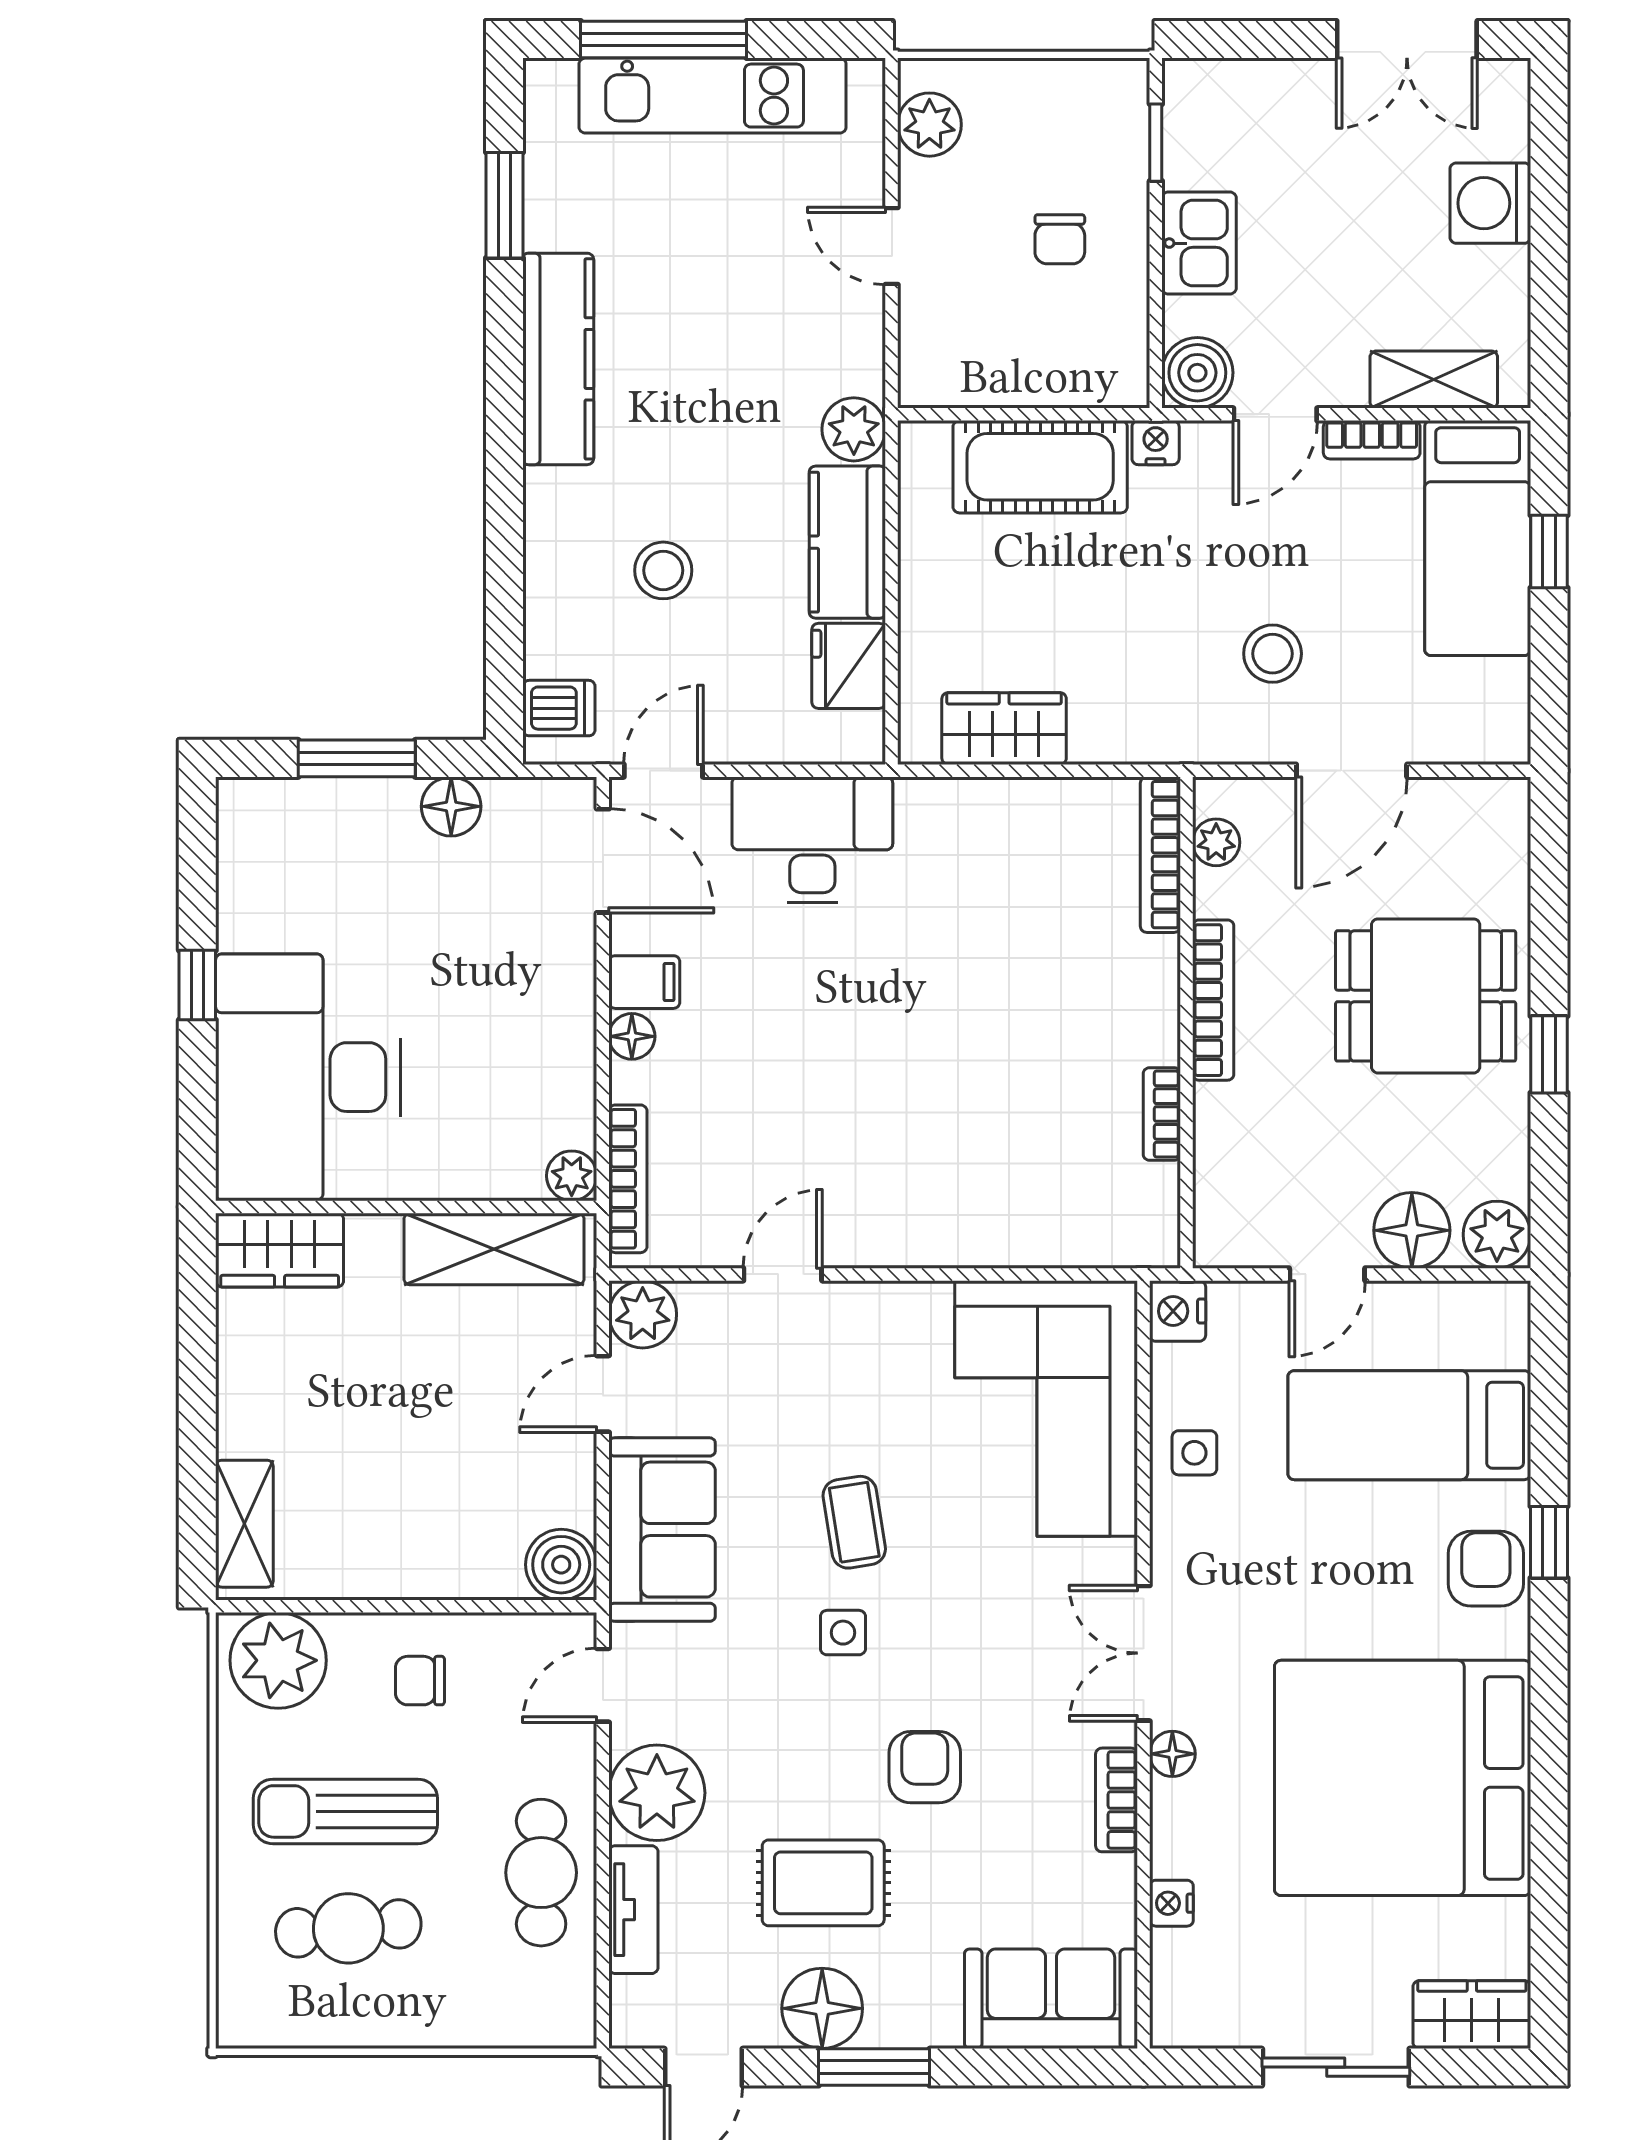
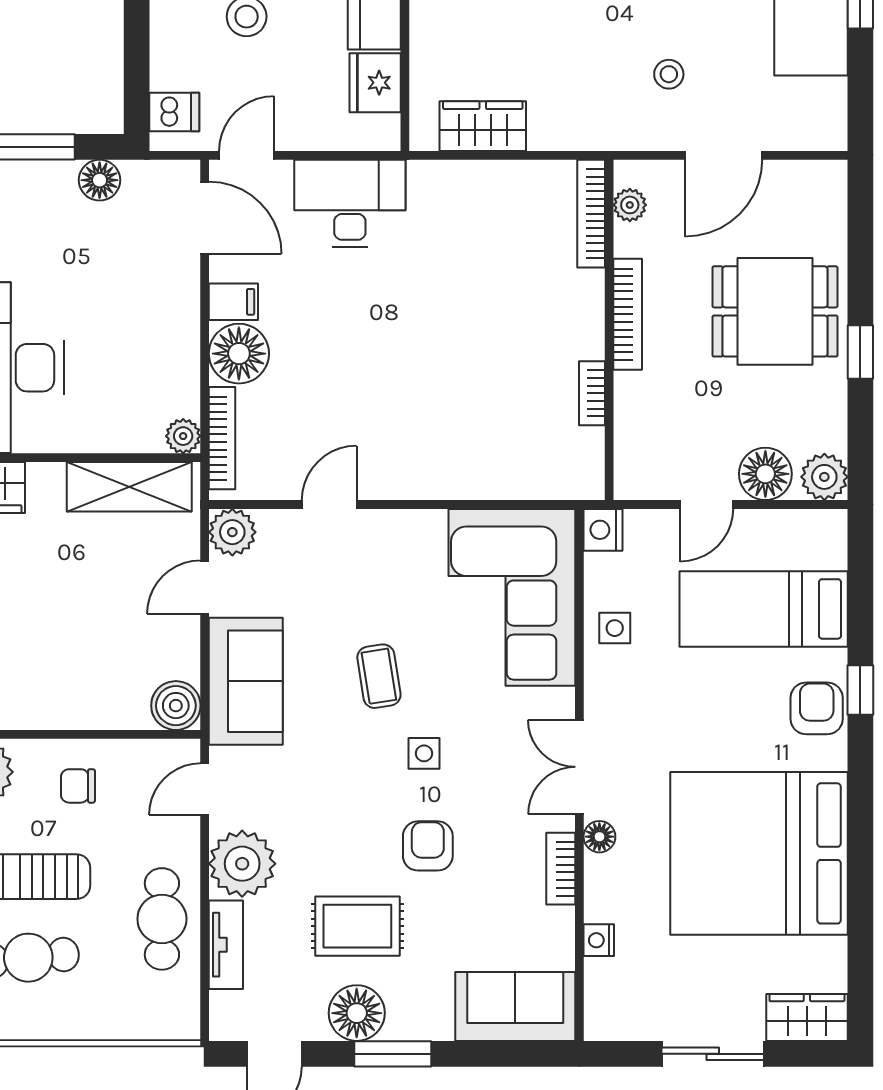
stool: (1273, 654) -> (669, 74), width x0.73, depth x0.73
floor lamp: (632, 1036) -> (239, 354), width x1.89, depth x1.89
side table: (843, 1633) -> (424, 753), moved

